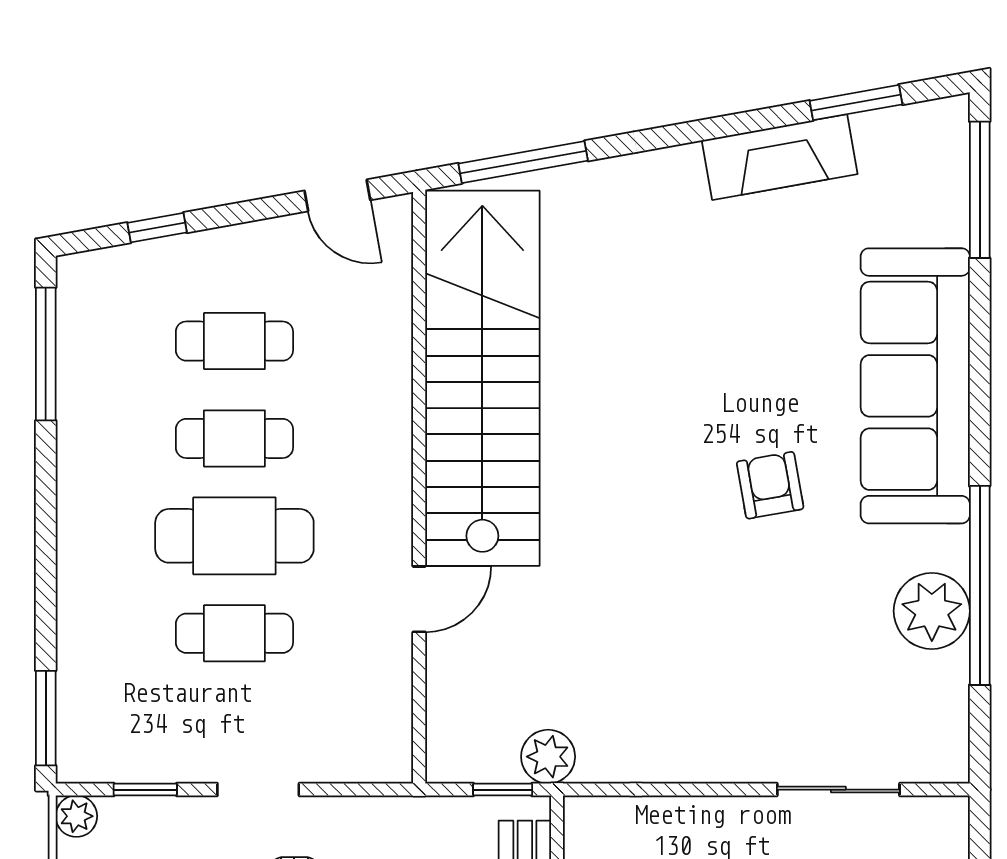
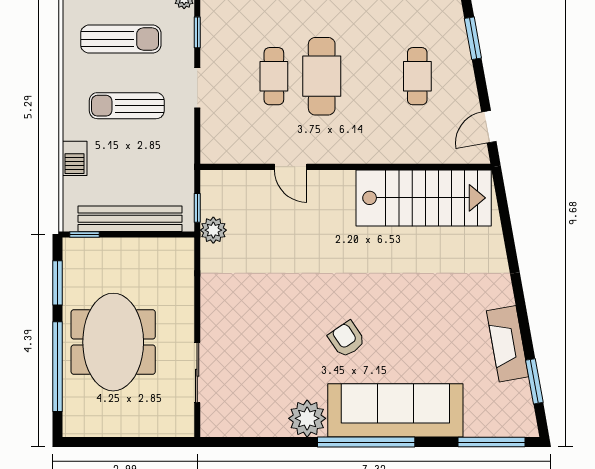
window: (523, 162) -> (505, 218), removed
window: (157, 228) -> (473, 38), width x1.50
stairs: (482, 378) -> (424, 198), width x0.73
cafe table: (234, 438) -> (369, 76), removed
armchair: (770, 485) -> (347, 339), turned -114
window: (980, 585) -> (366, 442), moved
plant: (932, 611) -> (307, 418), moved

